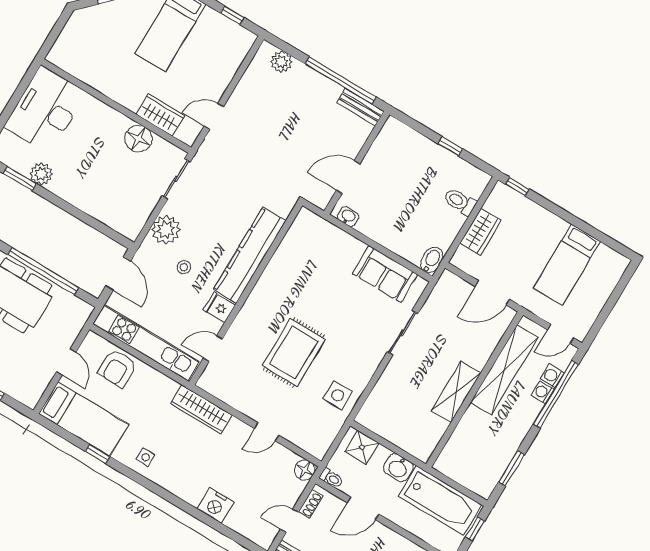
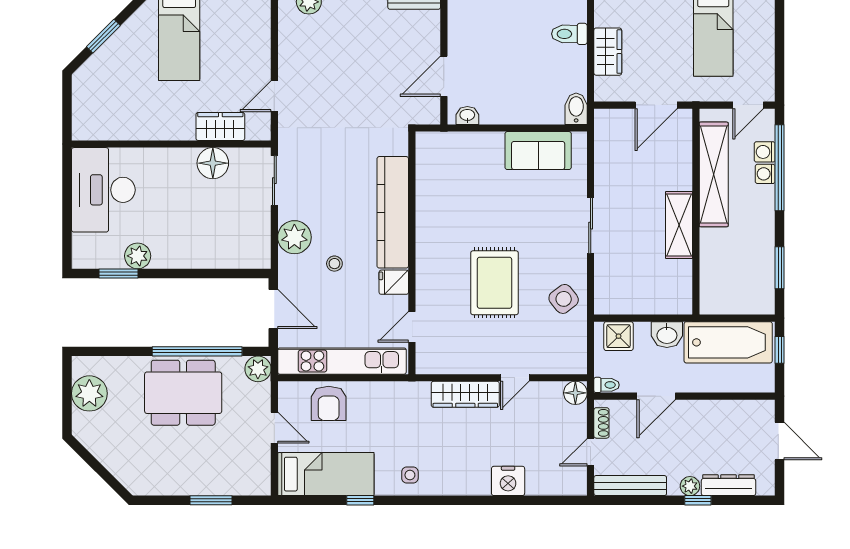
plant: (80, 311) -> (258, 369), added
sliding door: (402, 333) -> (591, 226), moved
side table: (338, 395) -> (564, 299), turned -38
wardrobe: (201, 409) -> (465, 394), moved

